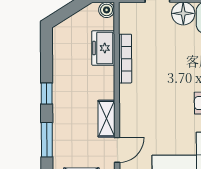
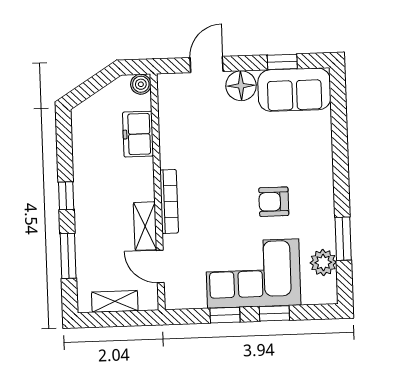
bookcase: (125, 59) -> (169, 201), moved
door: (117, 150) -> (160, 266), swing flipped

